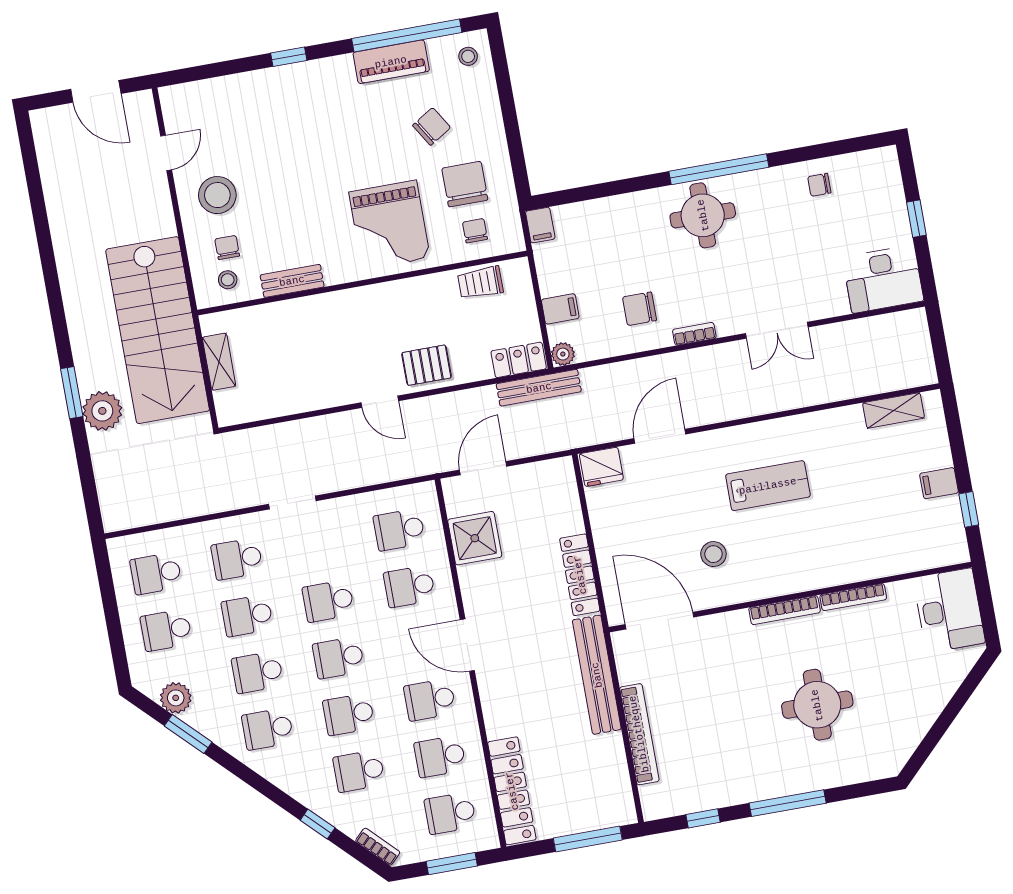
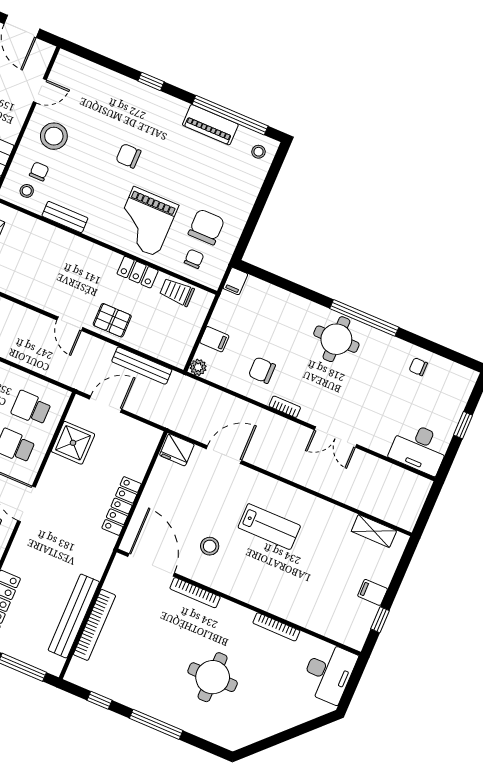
chair: (432, 126) -> (128, 156), moved, turned -148
locker: (519, 360) -> (138, 272), moved, turned 180
bench: (539, 388) -> (142, 366), moved
bookcase: (785, 610) -> (195, 593), moved
bench: (597, 675) -> (74, 616), moved

